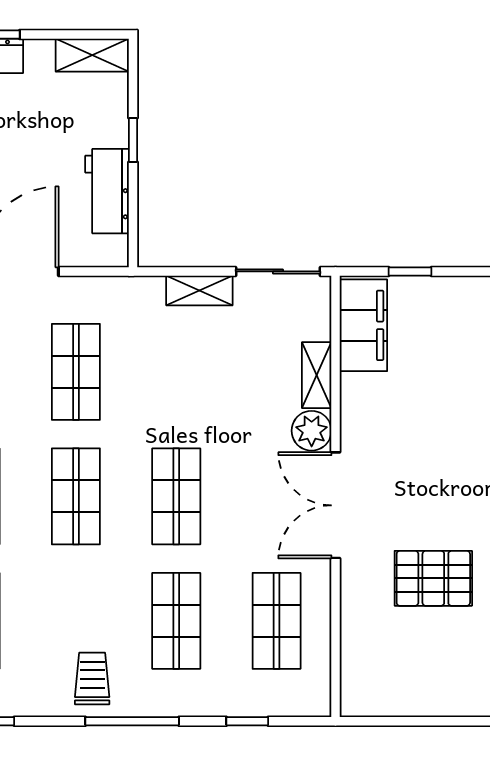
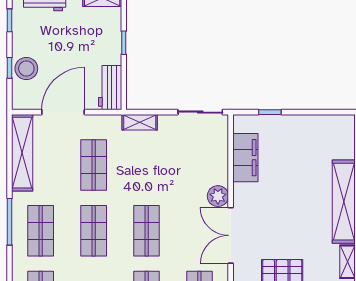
workbench: (107, 191) -> (110, 88), moved
shelving: (199, 291) -> (140, 122), moved
filing cabinet: (363, 325) -> (245, 158), moved
shelving: (317, 375) -> (221, 167), removed

